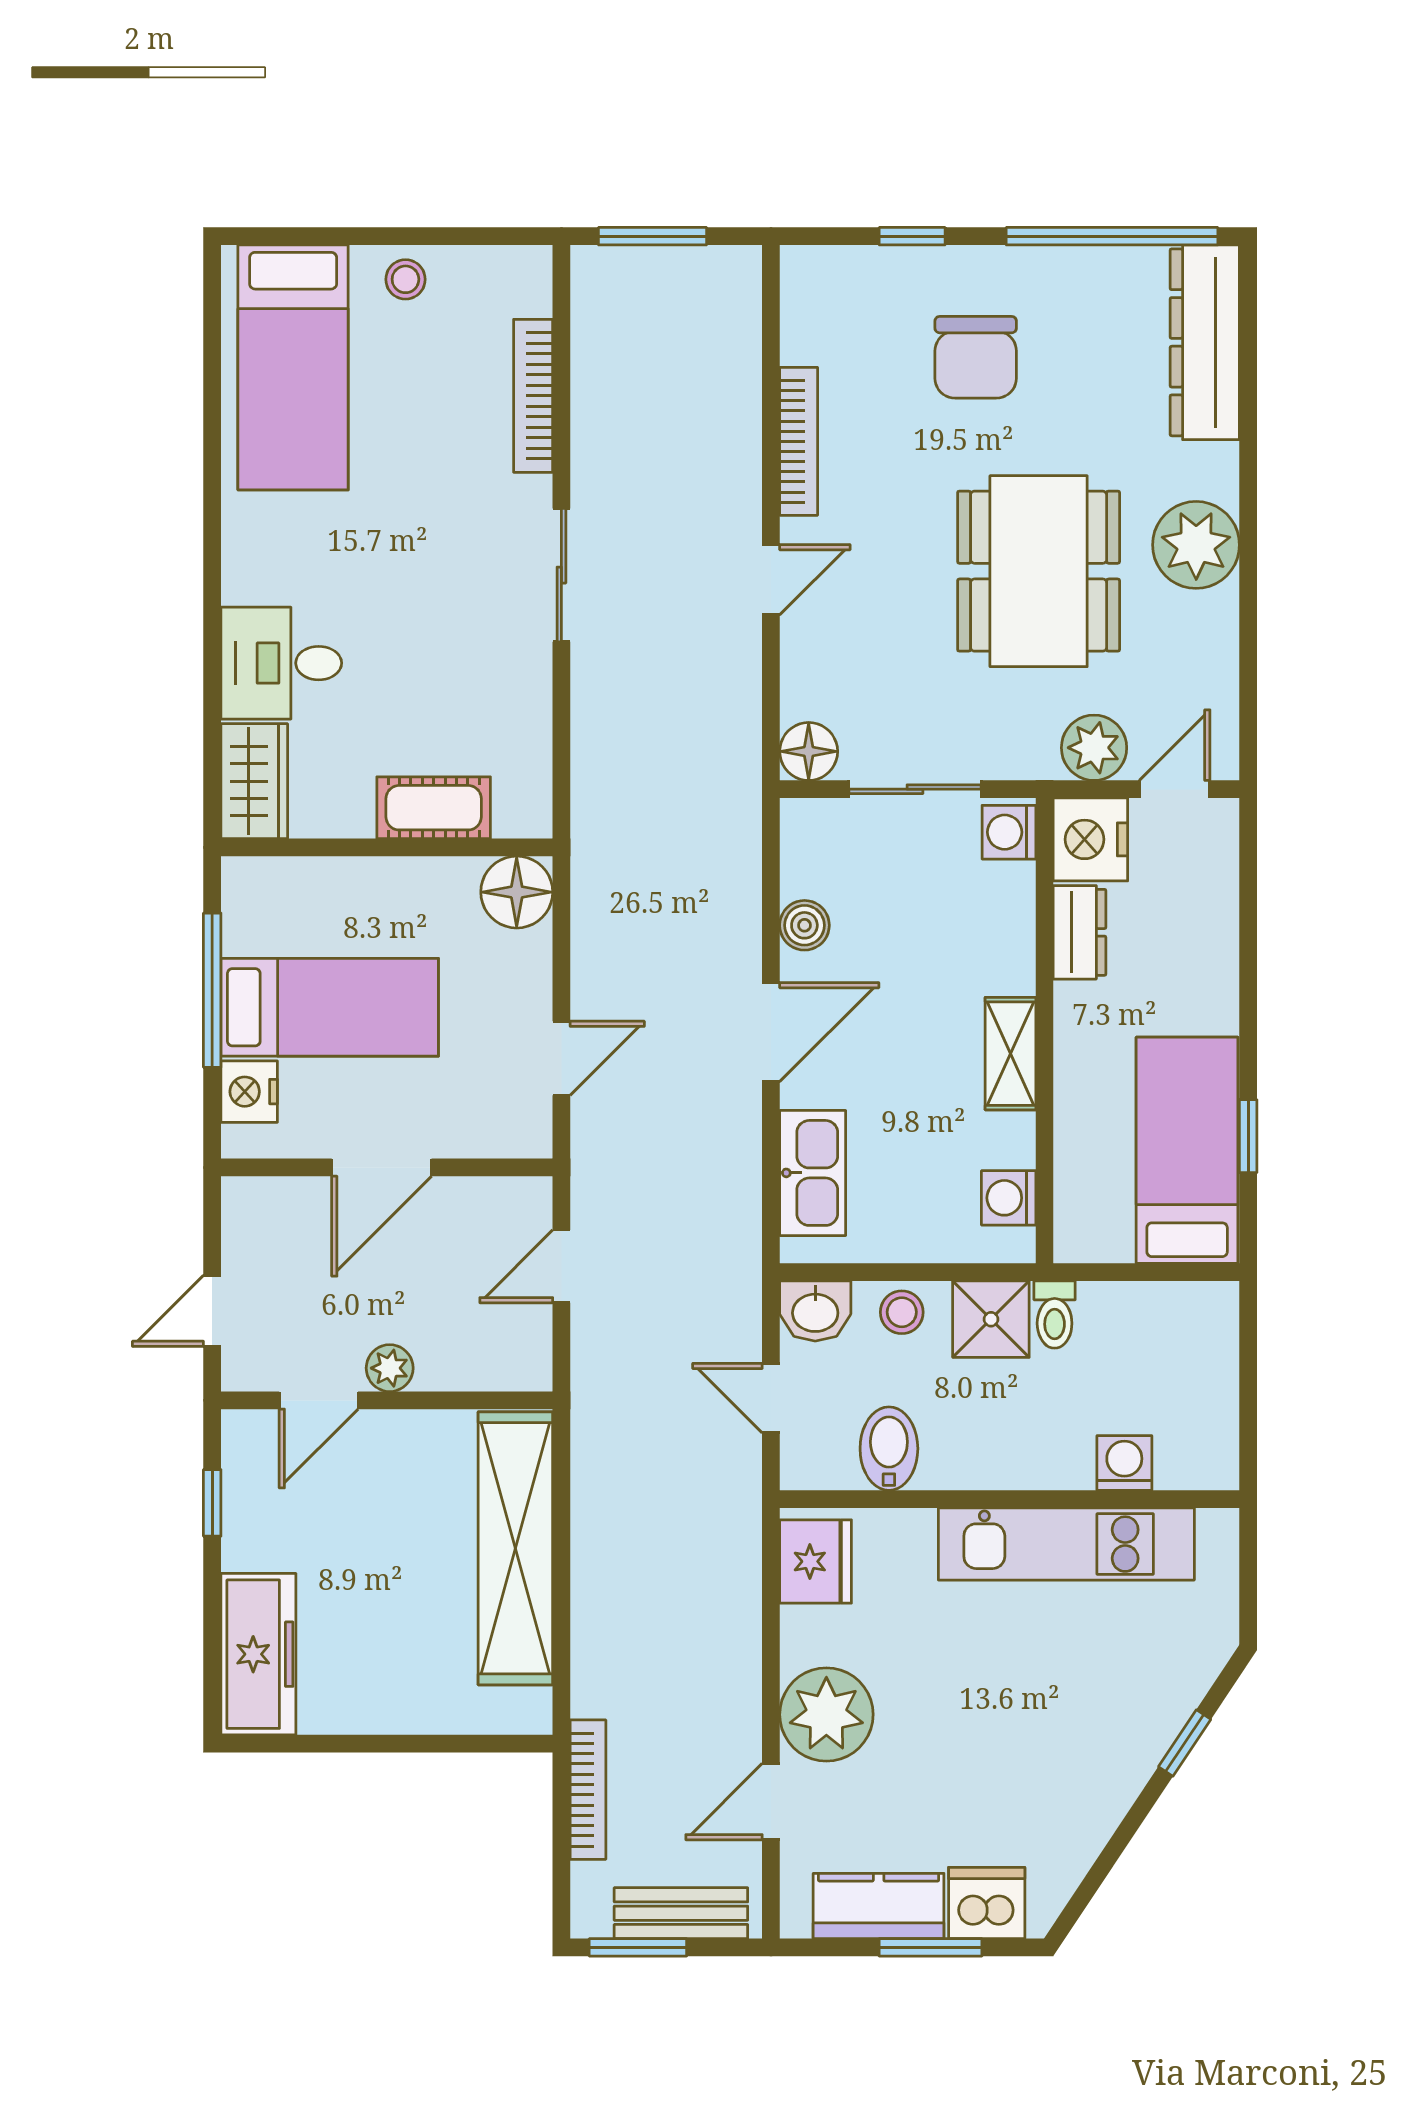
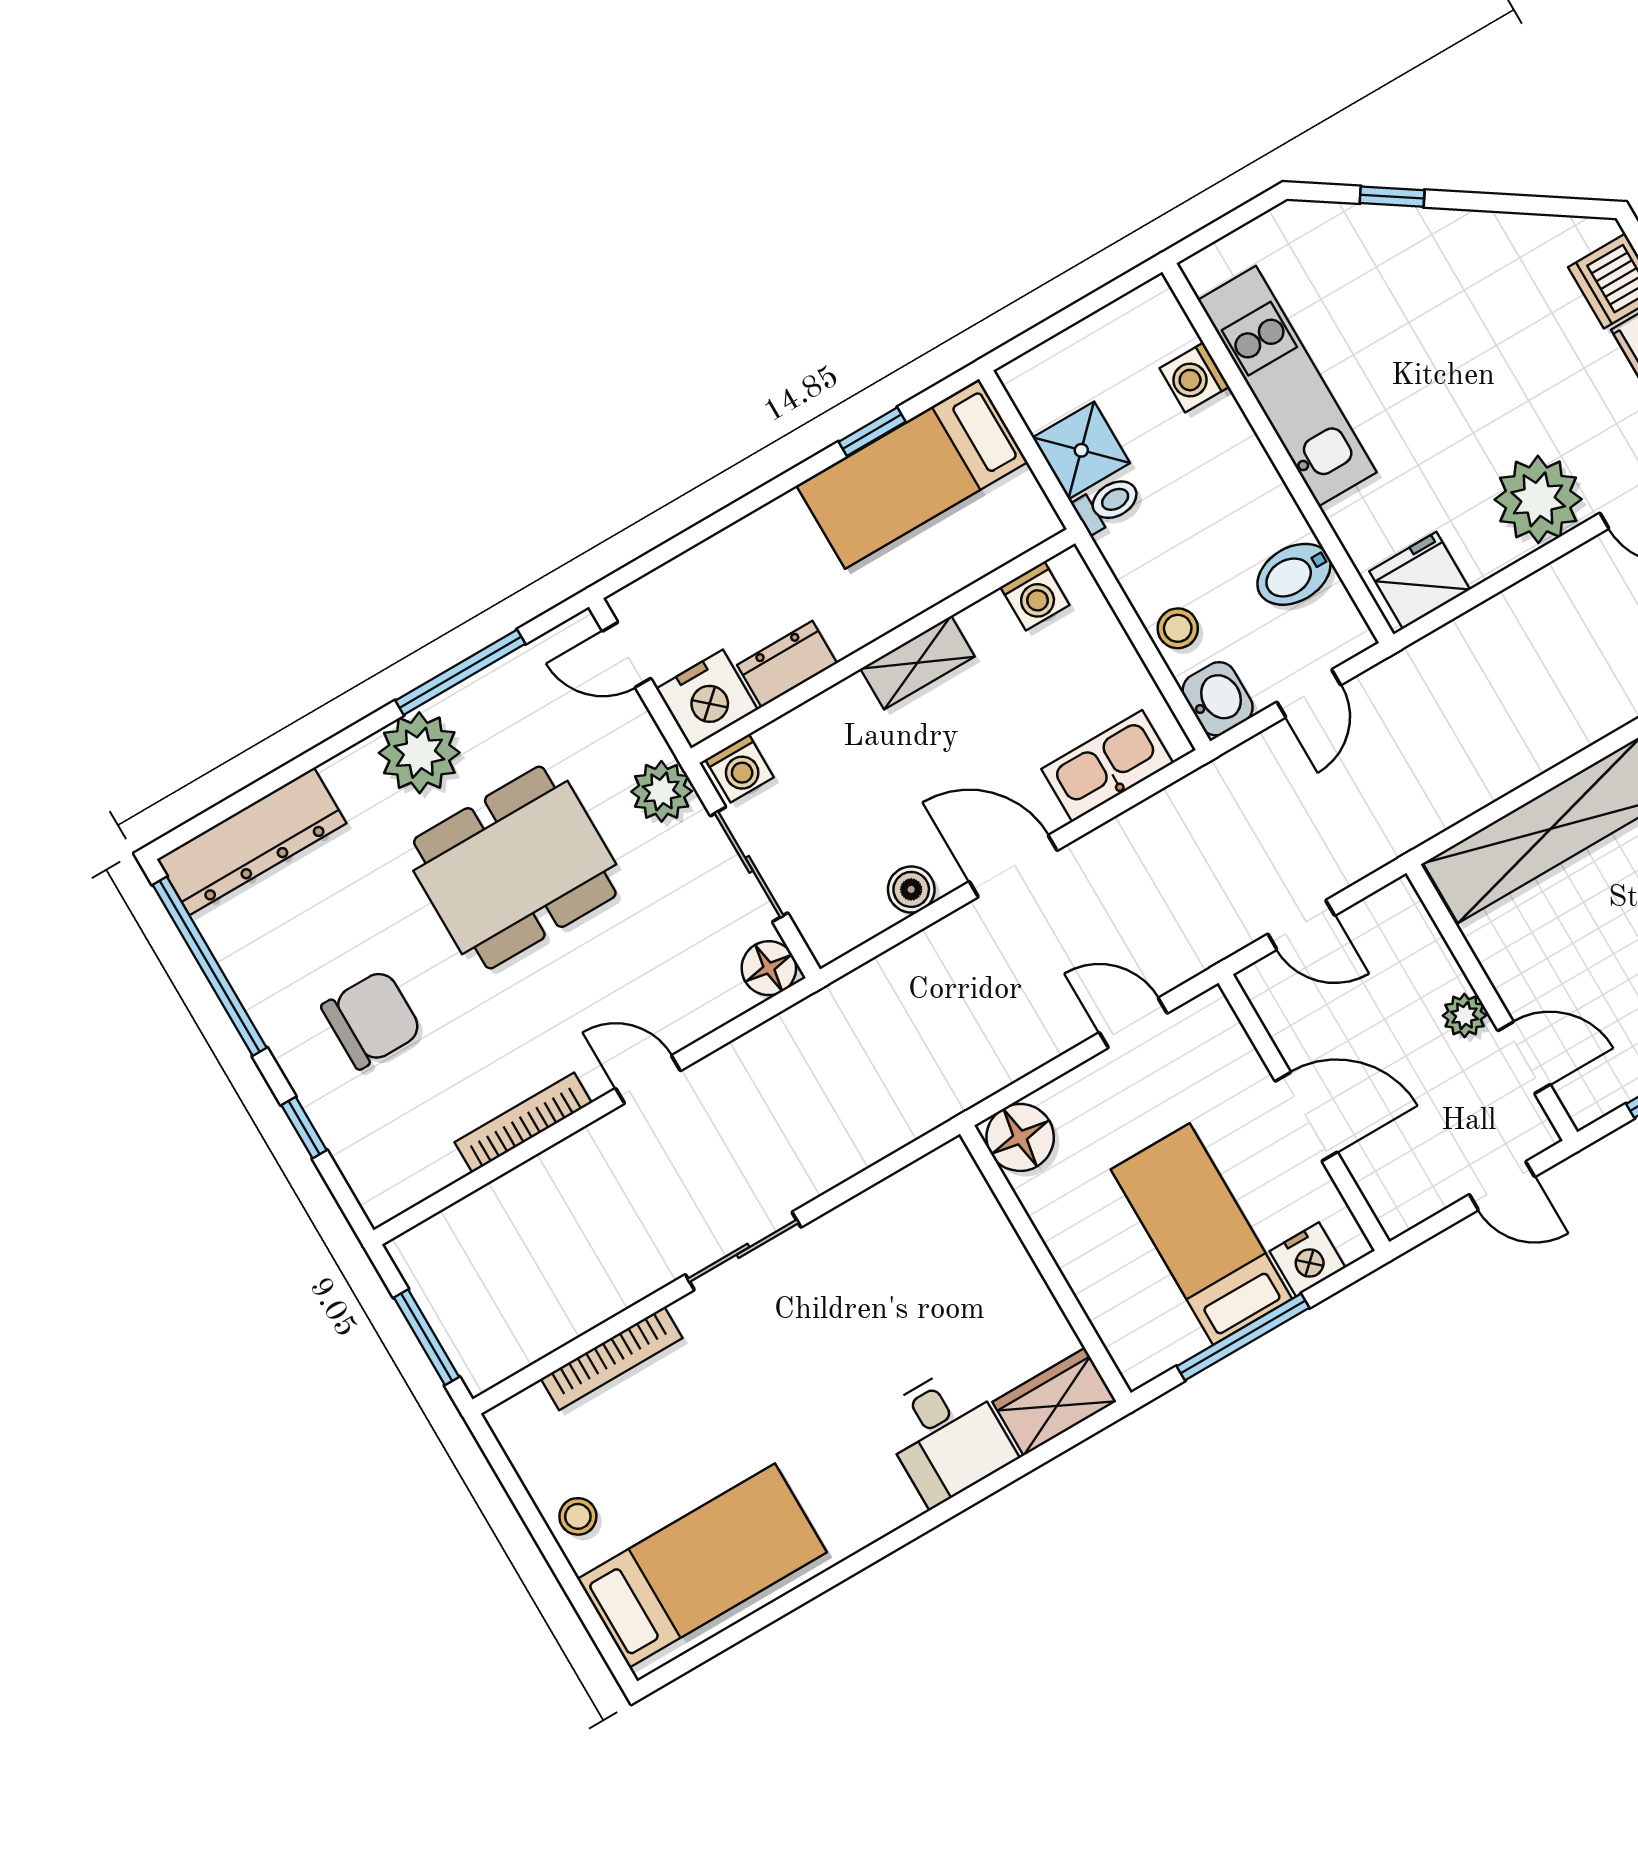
window: (1248, 626) -> (460, 672), added
plant: (1094, 748) -> (662, 791), moved
cot: (434, 808) -> (991, 1244), removed
shower: (991, 1319) -> (1081, 450), moved

